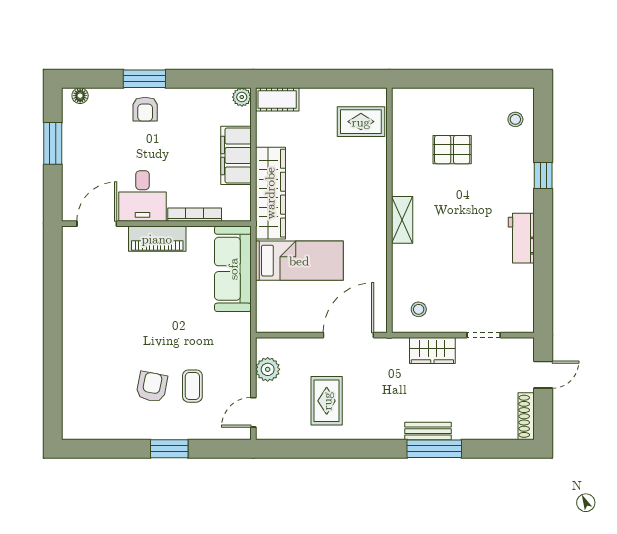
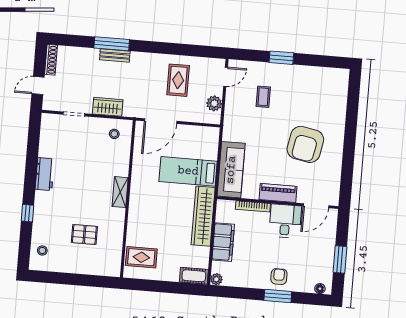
armchair: (152, 387) -> (305, 144), moved, width x1.88, depth x1.88

